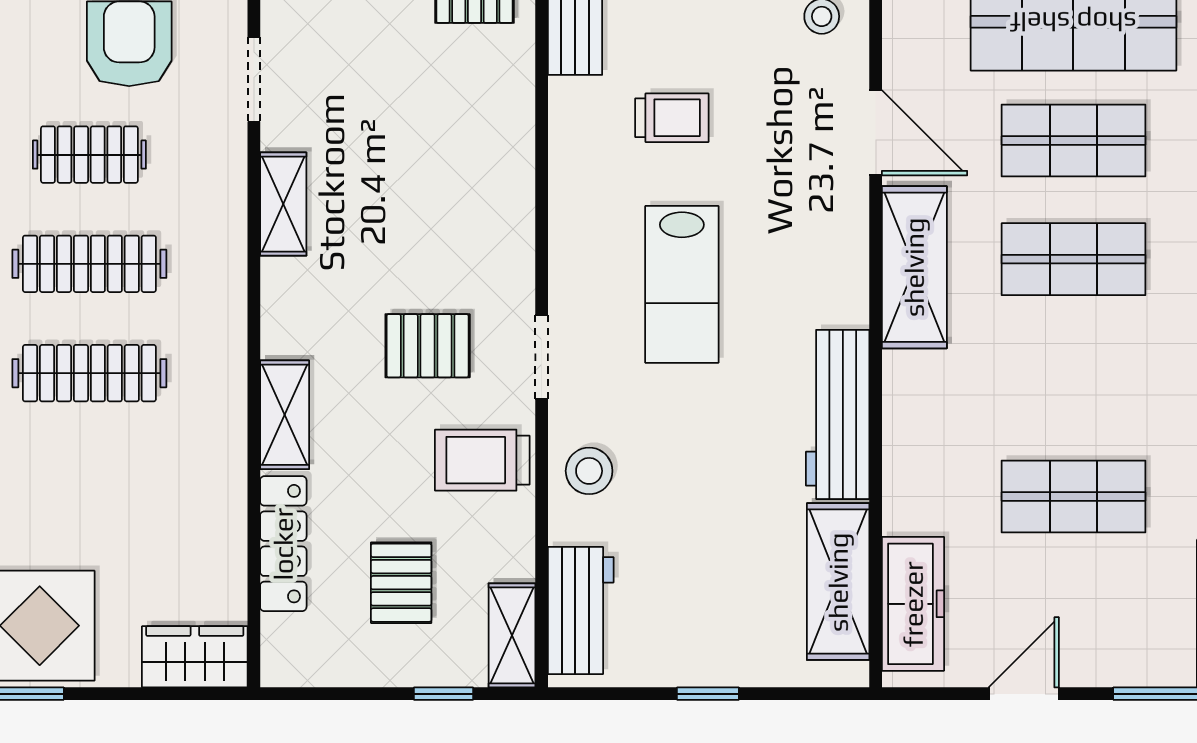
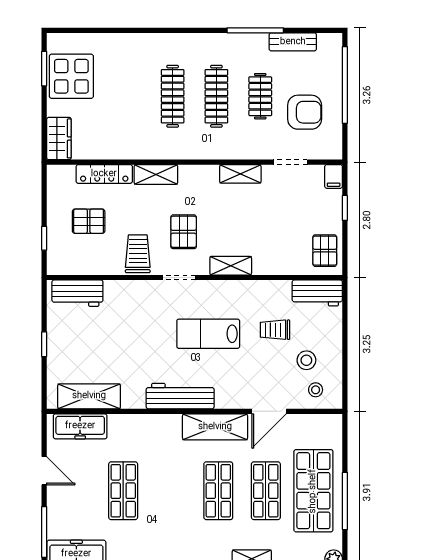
trolley: (672, 118) -> (275, 330), turned 90
workbench: (838, 414) -> (180, 396), moved
stool: (589, 471) -> (306, 360), moved
shelving: (512, 635) -> (231, 266), moved

